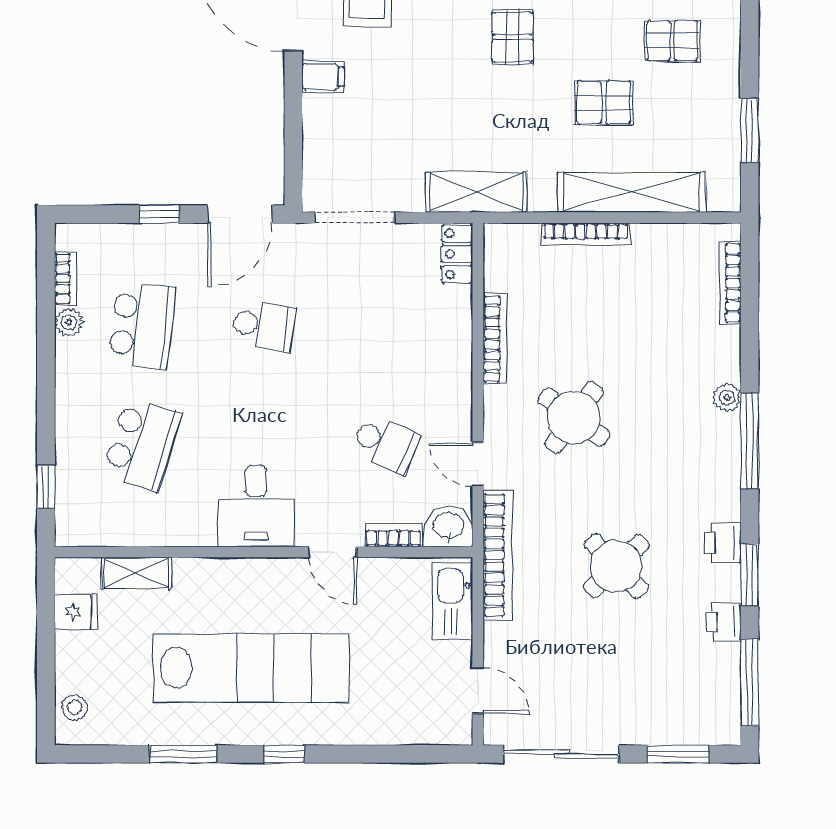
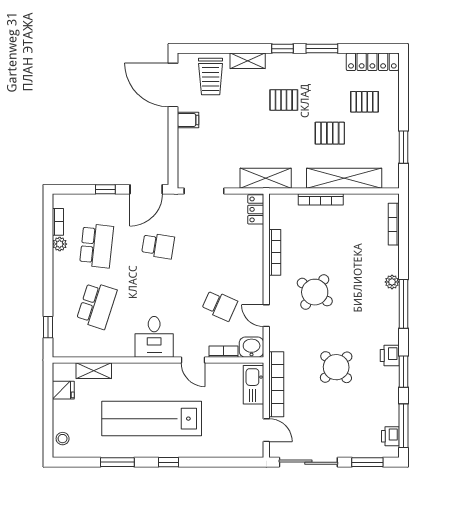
pallet: (513, 37) -> (284, 100), turned 90
bookcase: (498, 555) -> (276, 384), moved
printer: (723, 622) -> (390, 436), moved
lab bench: (251, 668) -> (152, 419), turned 180

